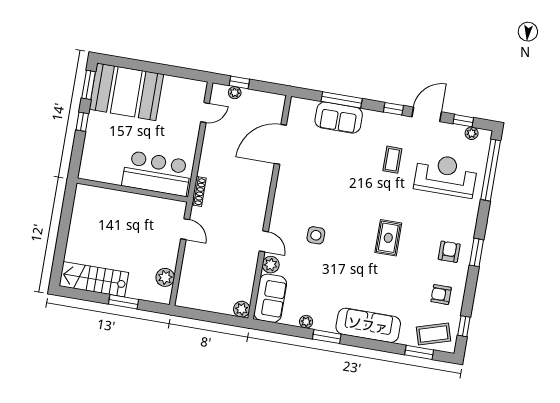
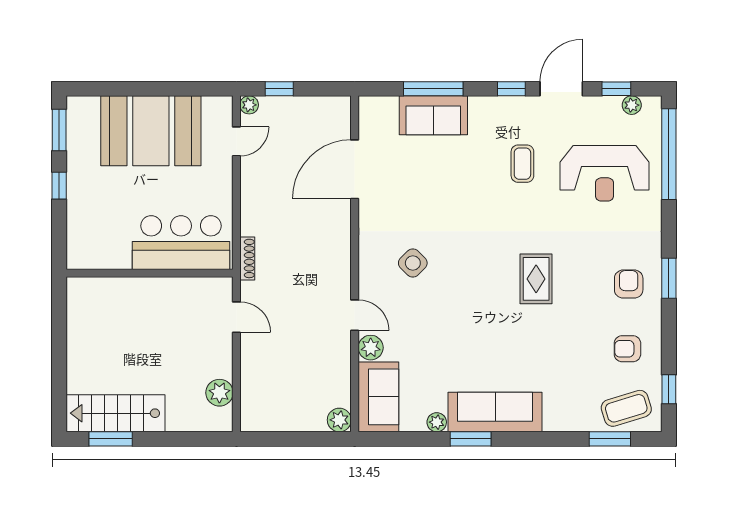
booth: (126, 92) -> (151, 131), moved
plant: (235, 93) -> (249, 105), moved
reception desk: (446, 175) -> (604, 173), turned 180
side table: (316, 235) -> (413, 263), moved, turned 45
window: (124, 302) -> (111, 439), moved
sofa: (368, 325) -> (495, 412), moved

